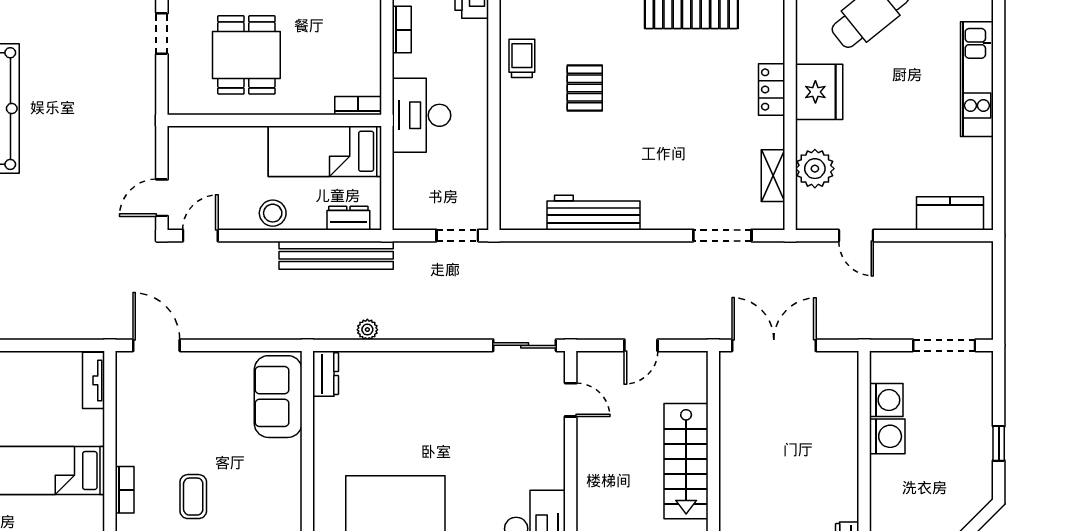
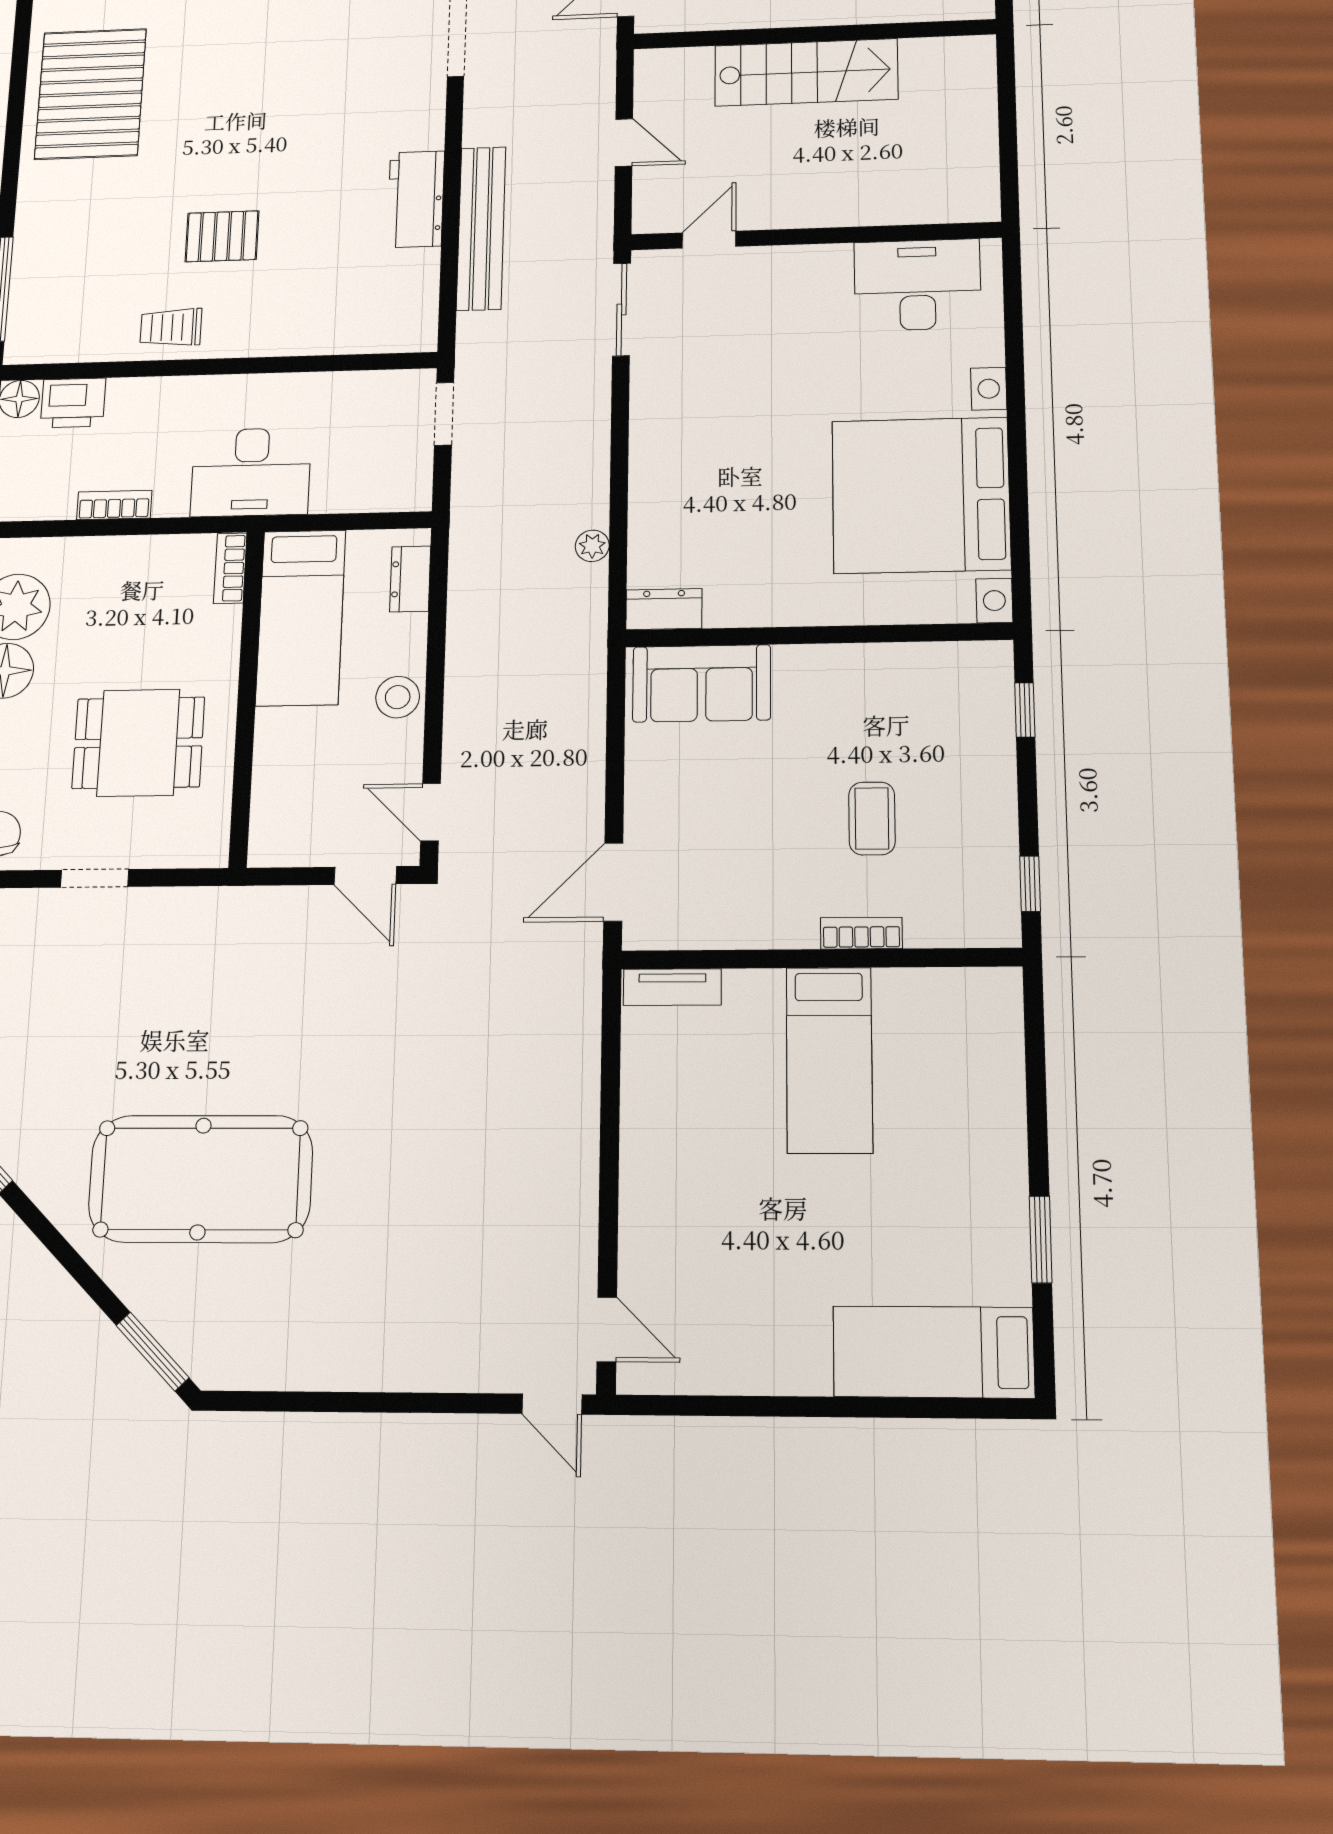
workbench: (594, 213) -> (416, 199), width x0.73
bench: (336, 255) -> (481, 228), moved
coffee table: (193, 497) -> (872, 818), turned 90

